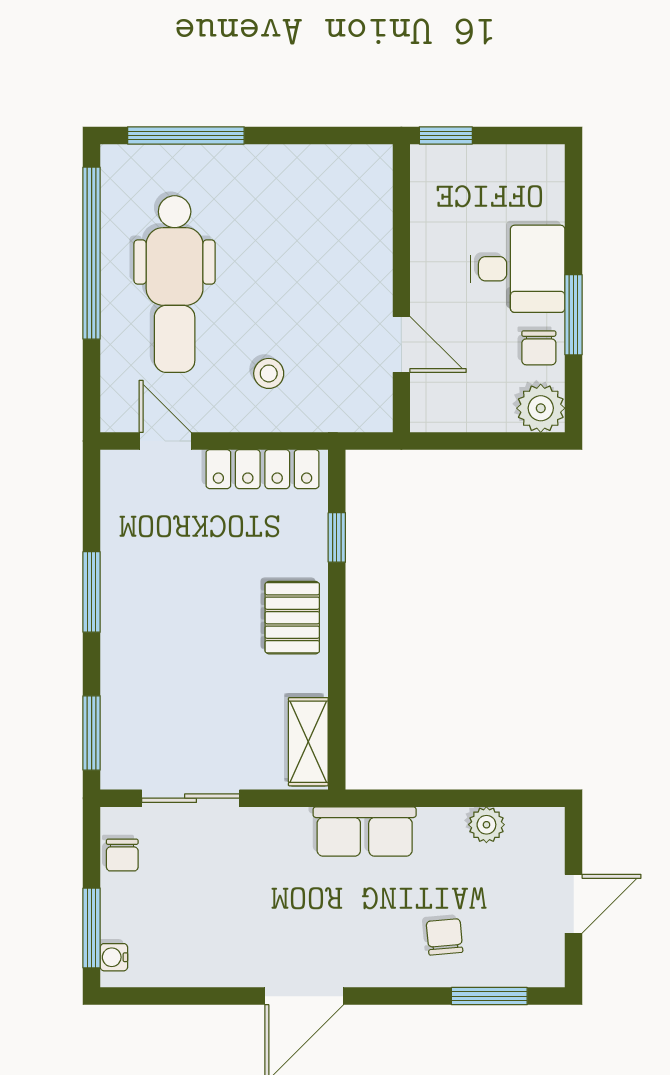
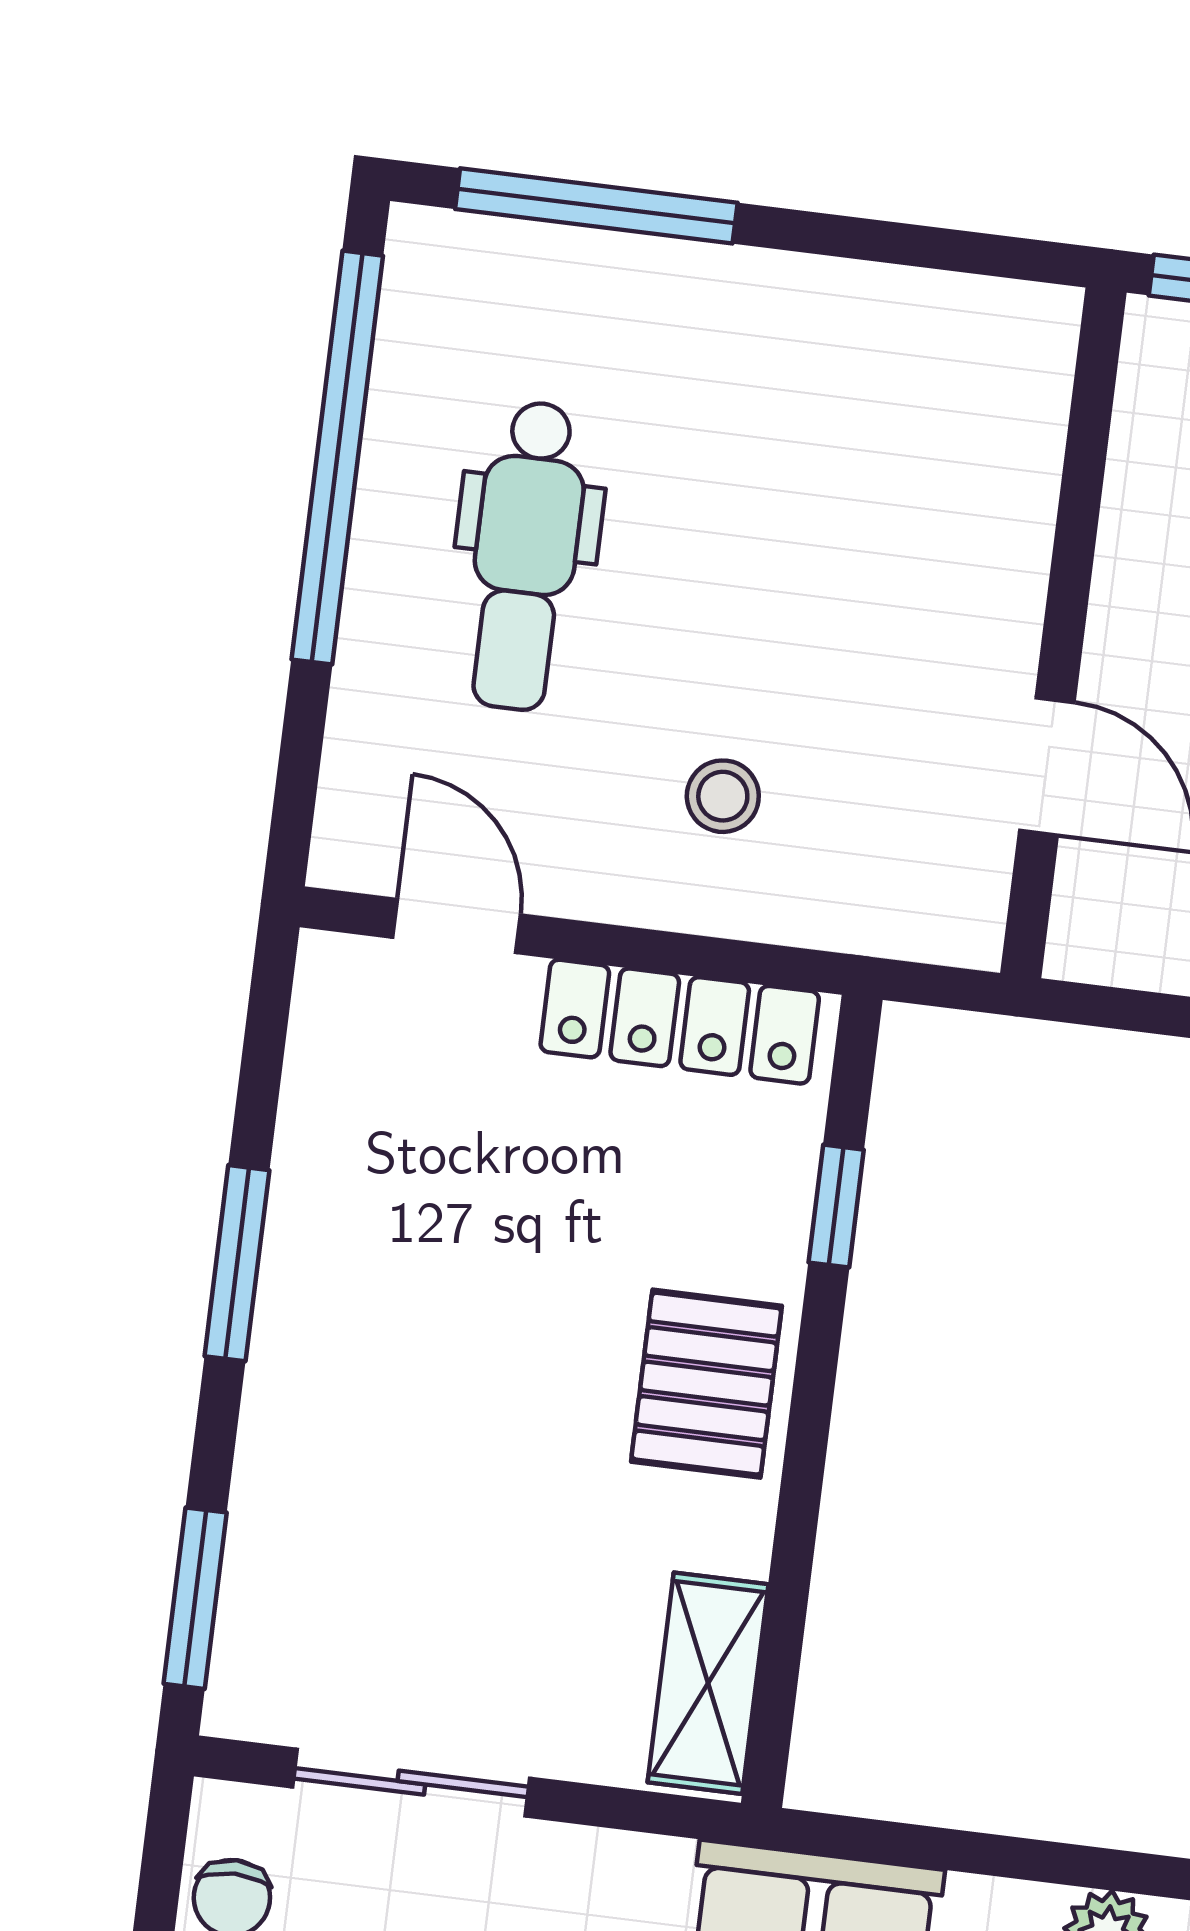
dental chair: (175, 284) -> (525, 556), width x0.73, depth x0.72

